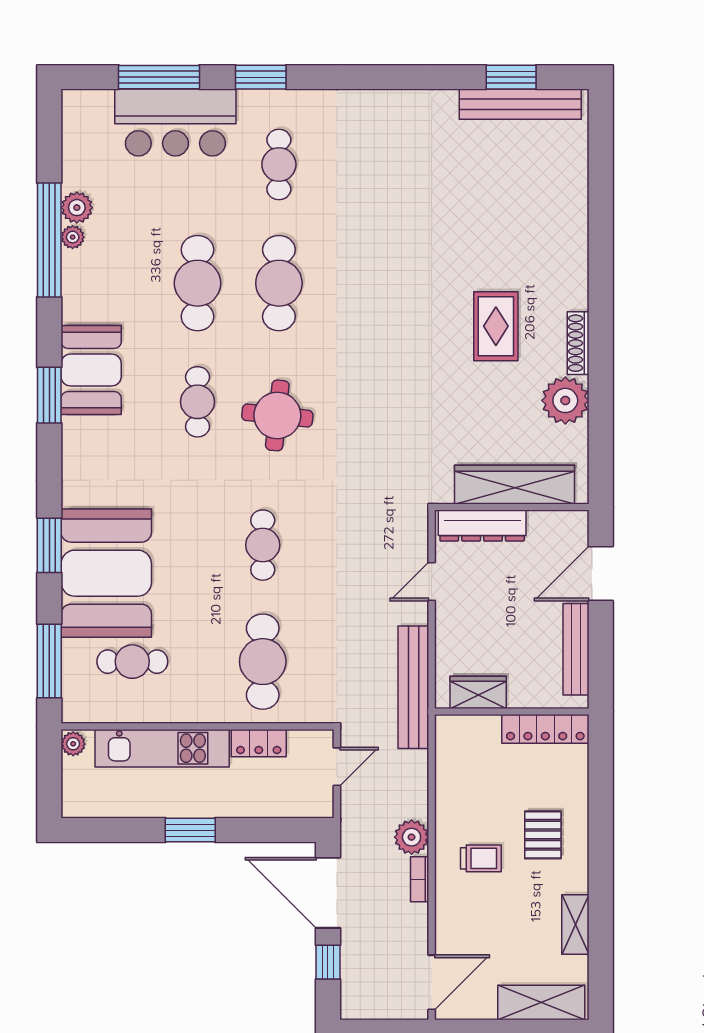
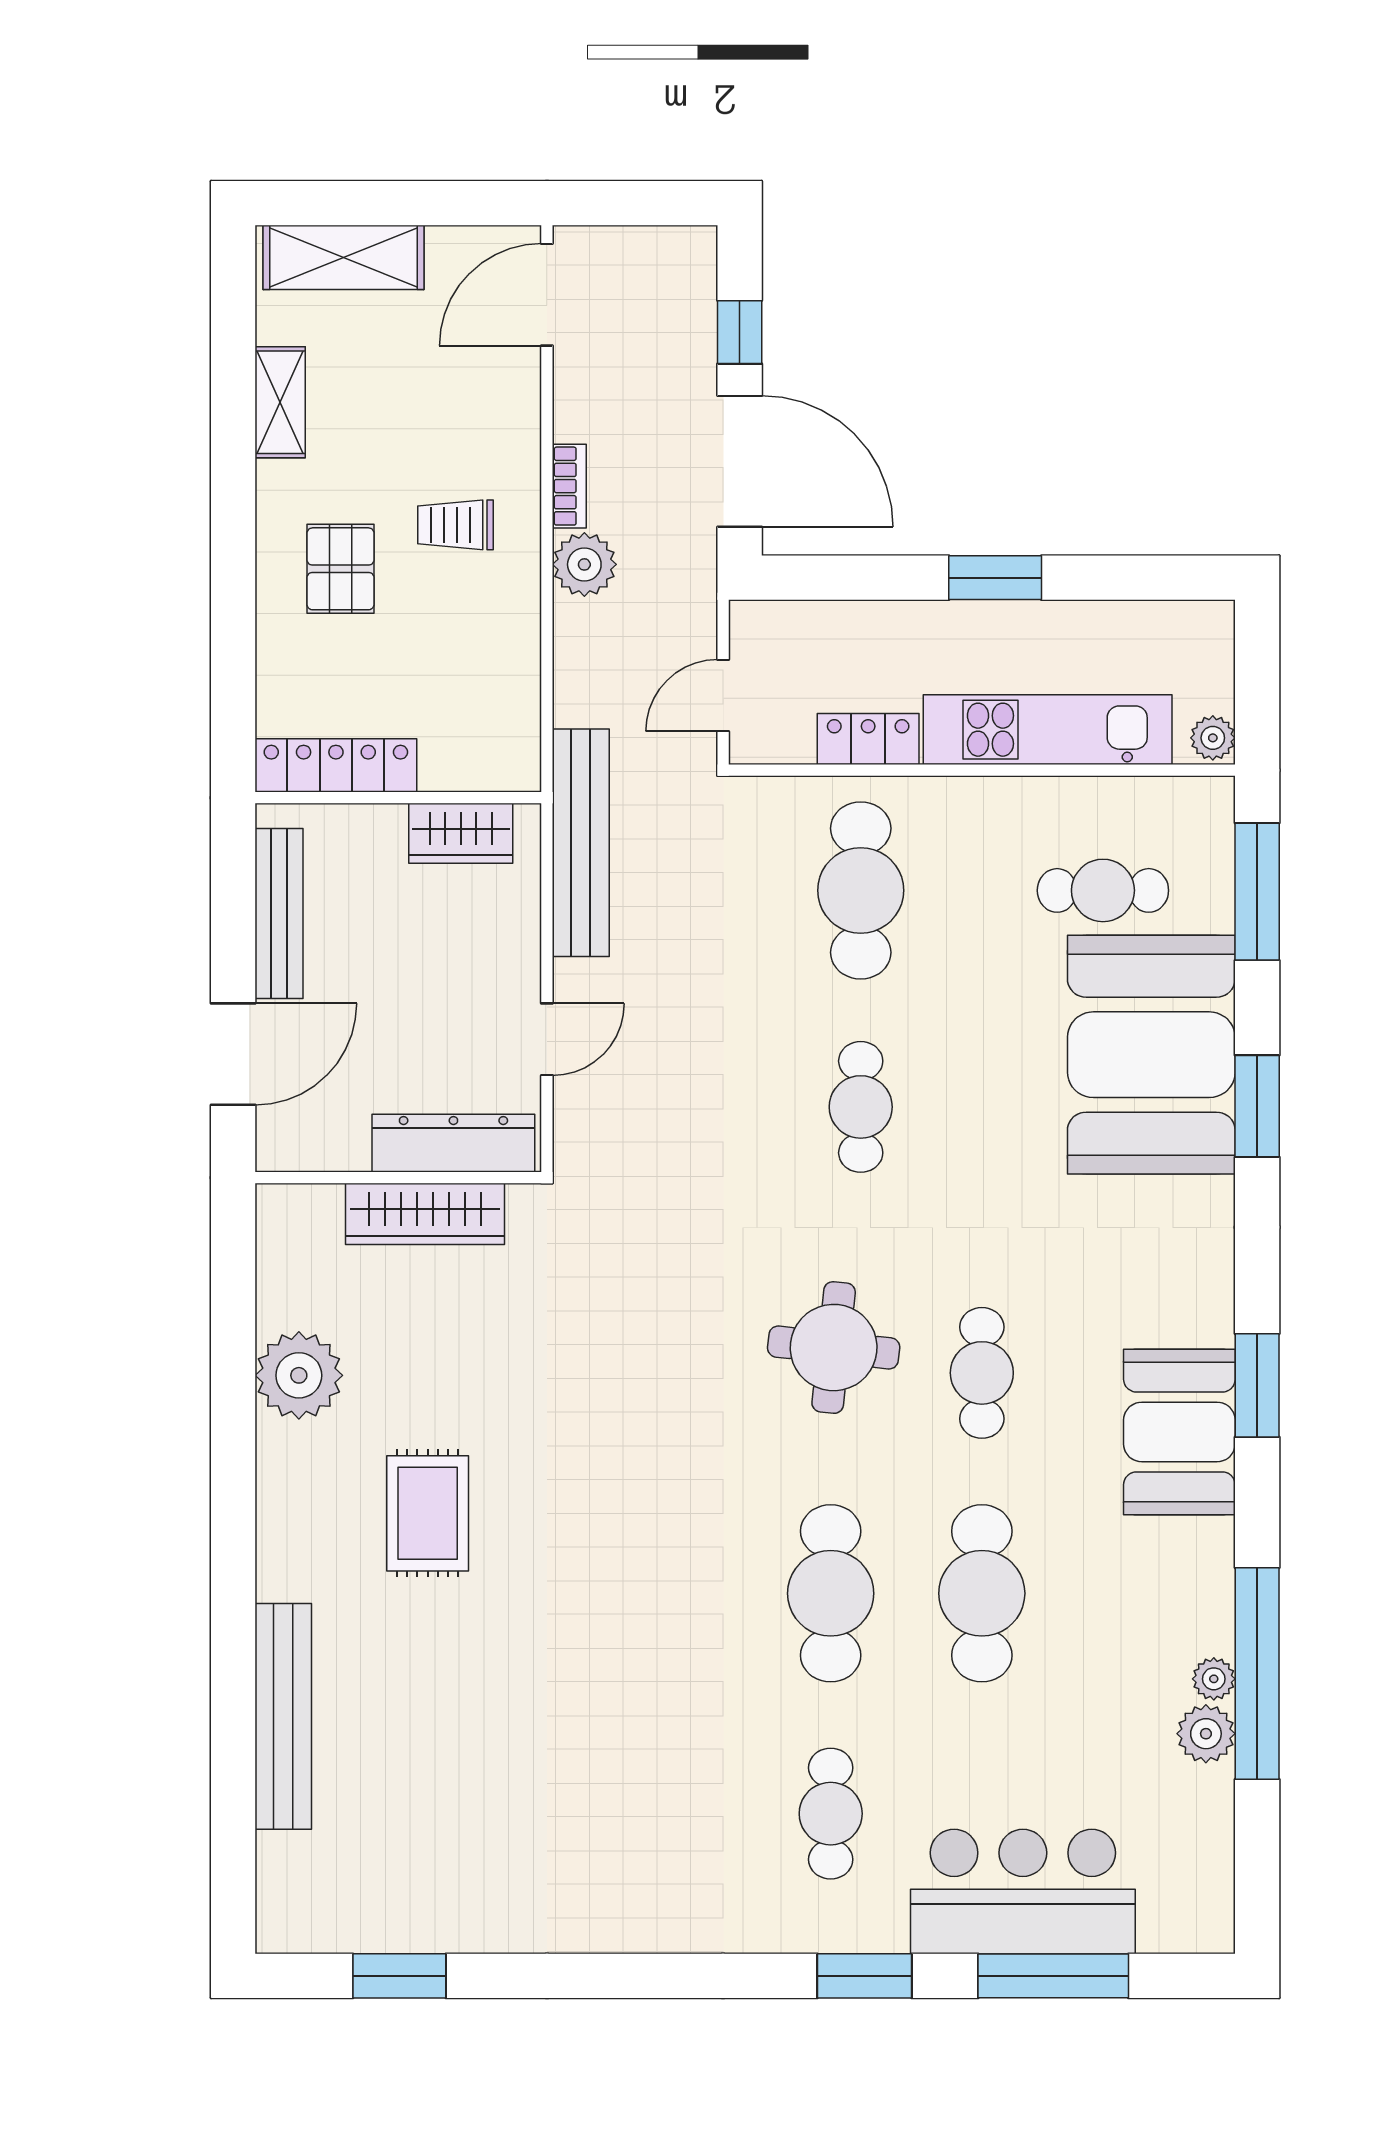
bench: (520, 104) -> (283, 1716), moved, turned 90
shoe rack: (578, 343) -> (275, 1482), removed
wardrobe: (514, 485) -> (425, 1214), width x0.71, depth x0.85

